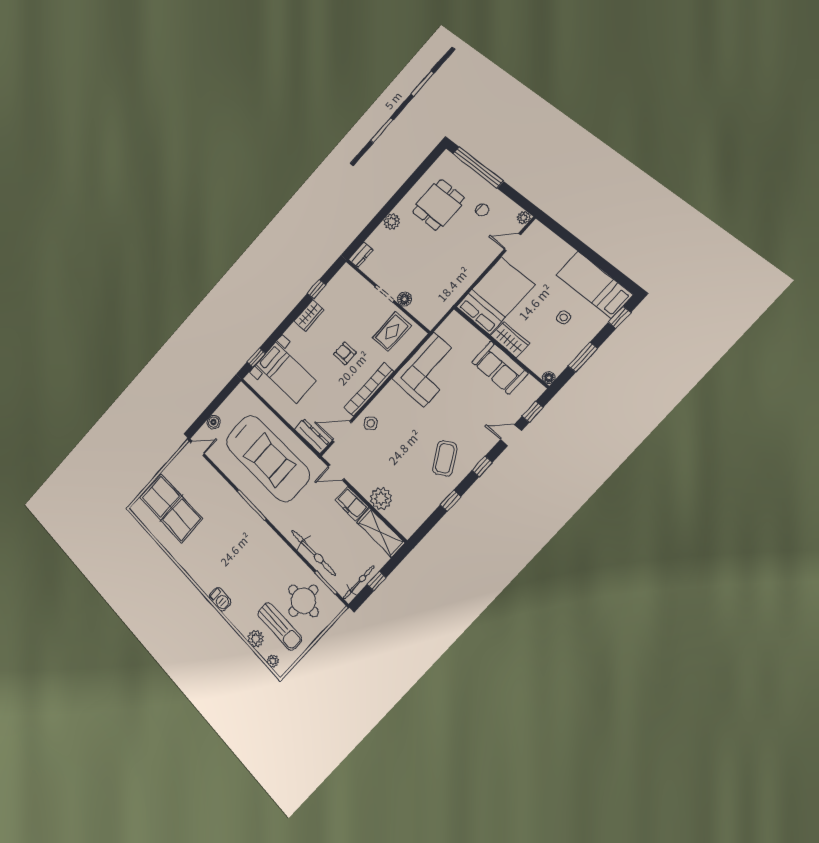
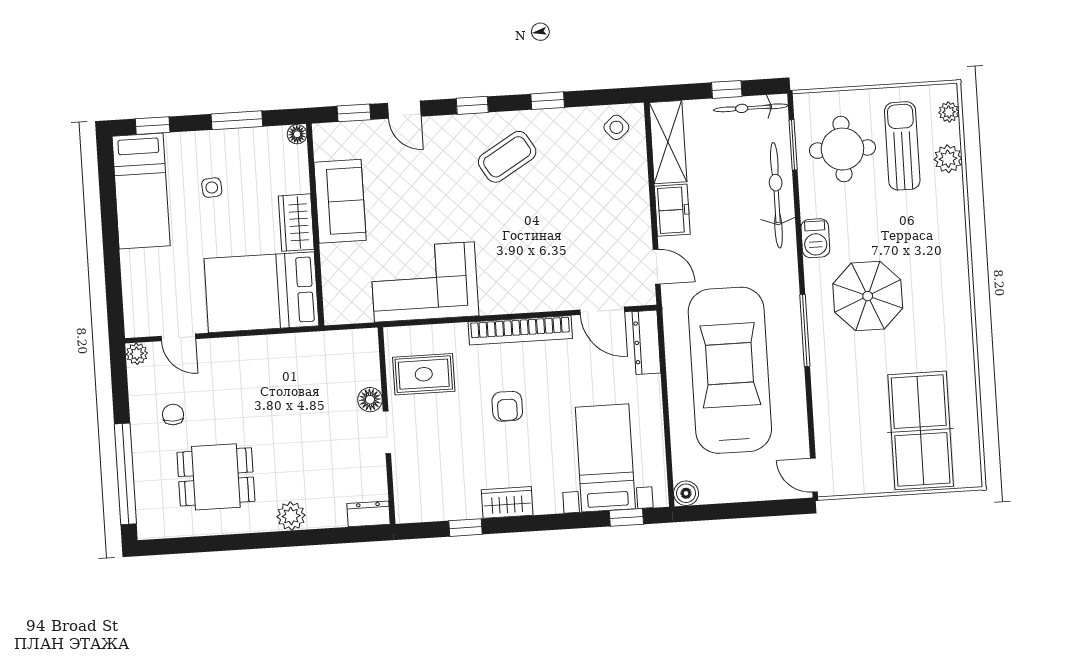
boiler: (214, 422) -> (686, 493), moved
side table: (371, 423) -> (616, 127), moved
plant: (381, 499) -> (630, 182), removed
parasol: (239, 545) -> (868, 296), added
barbecue: (220, 599) -> (815, 238), moved, turned 180

